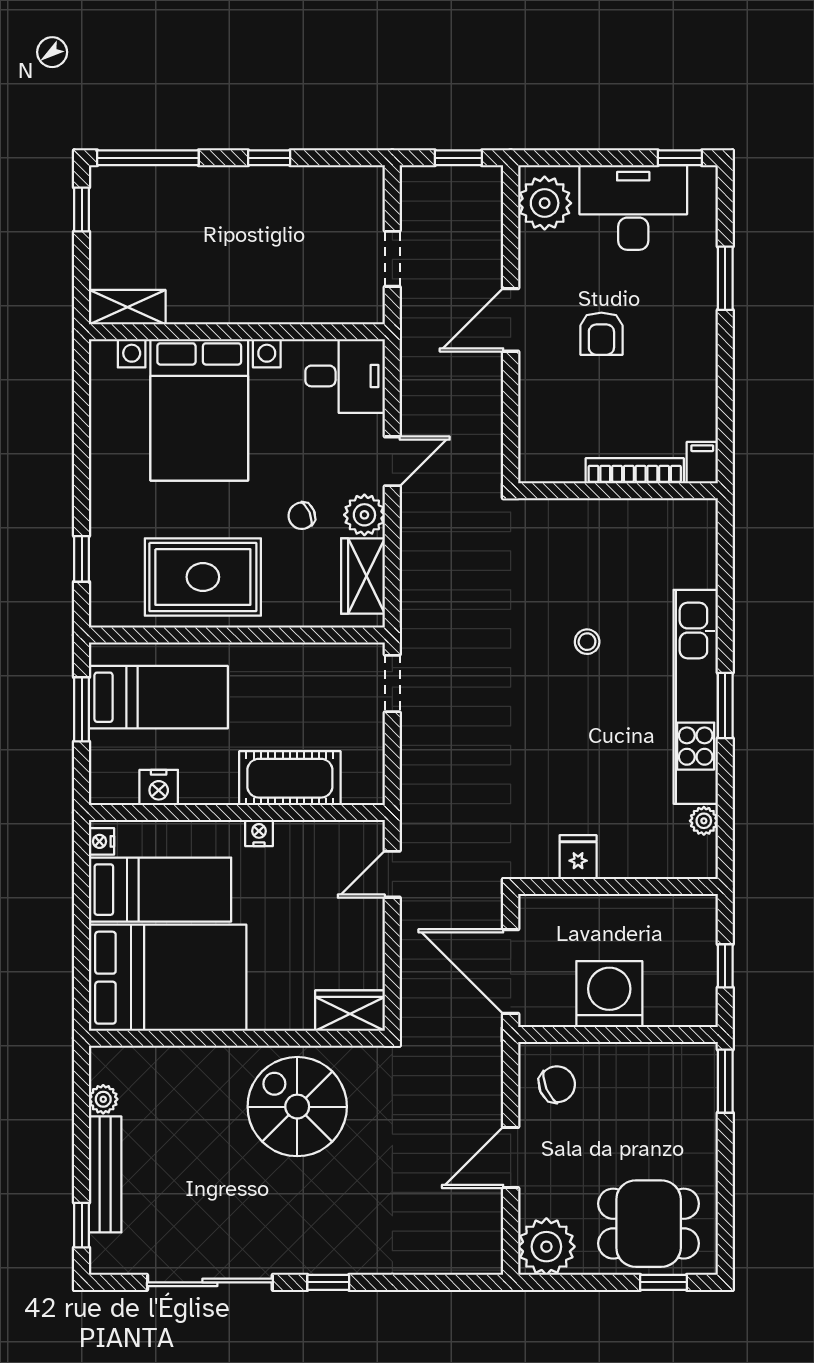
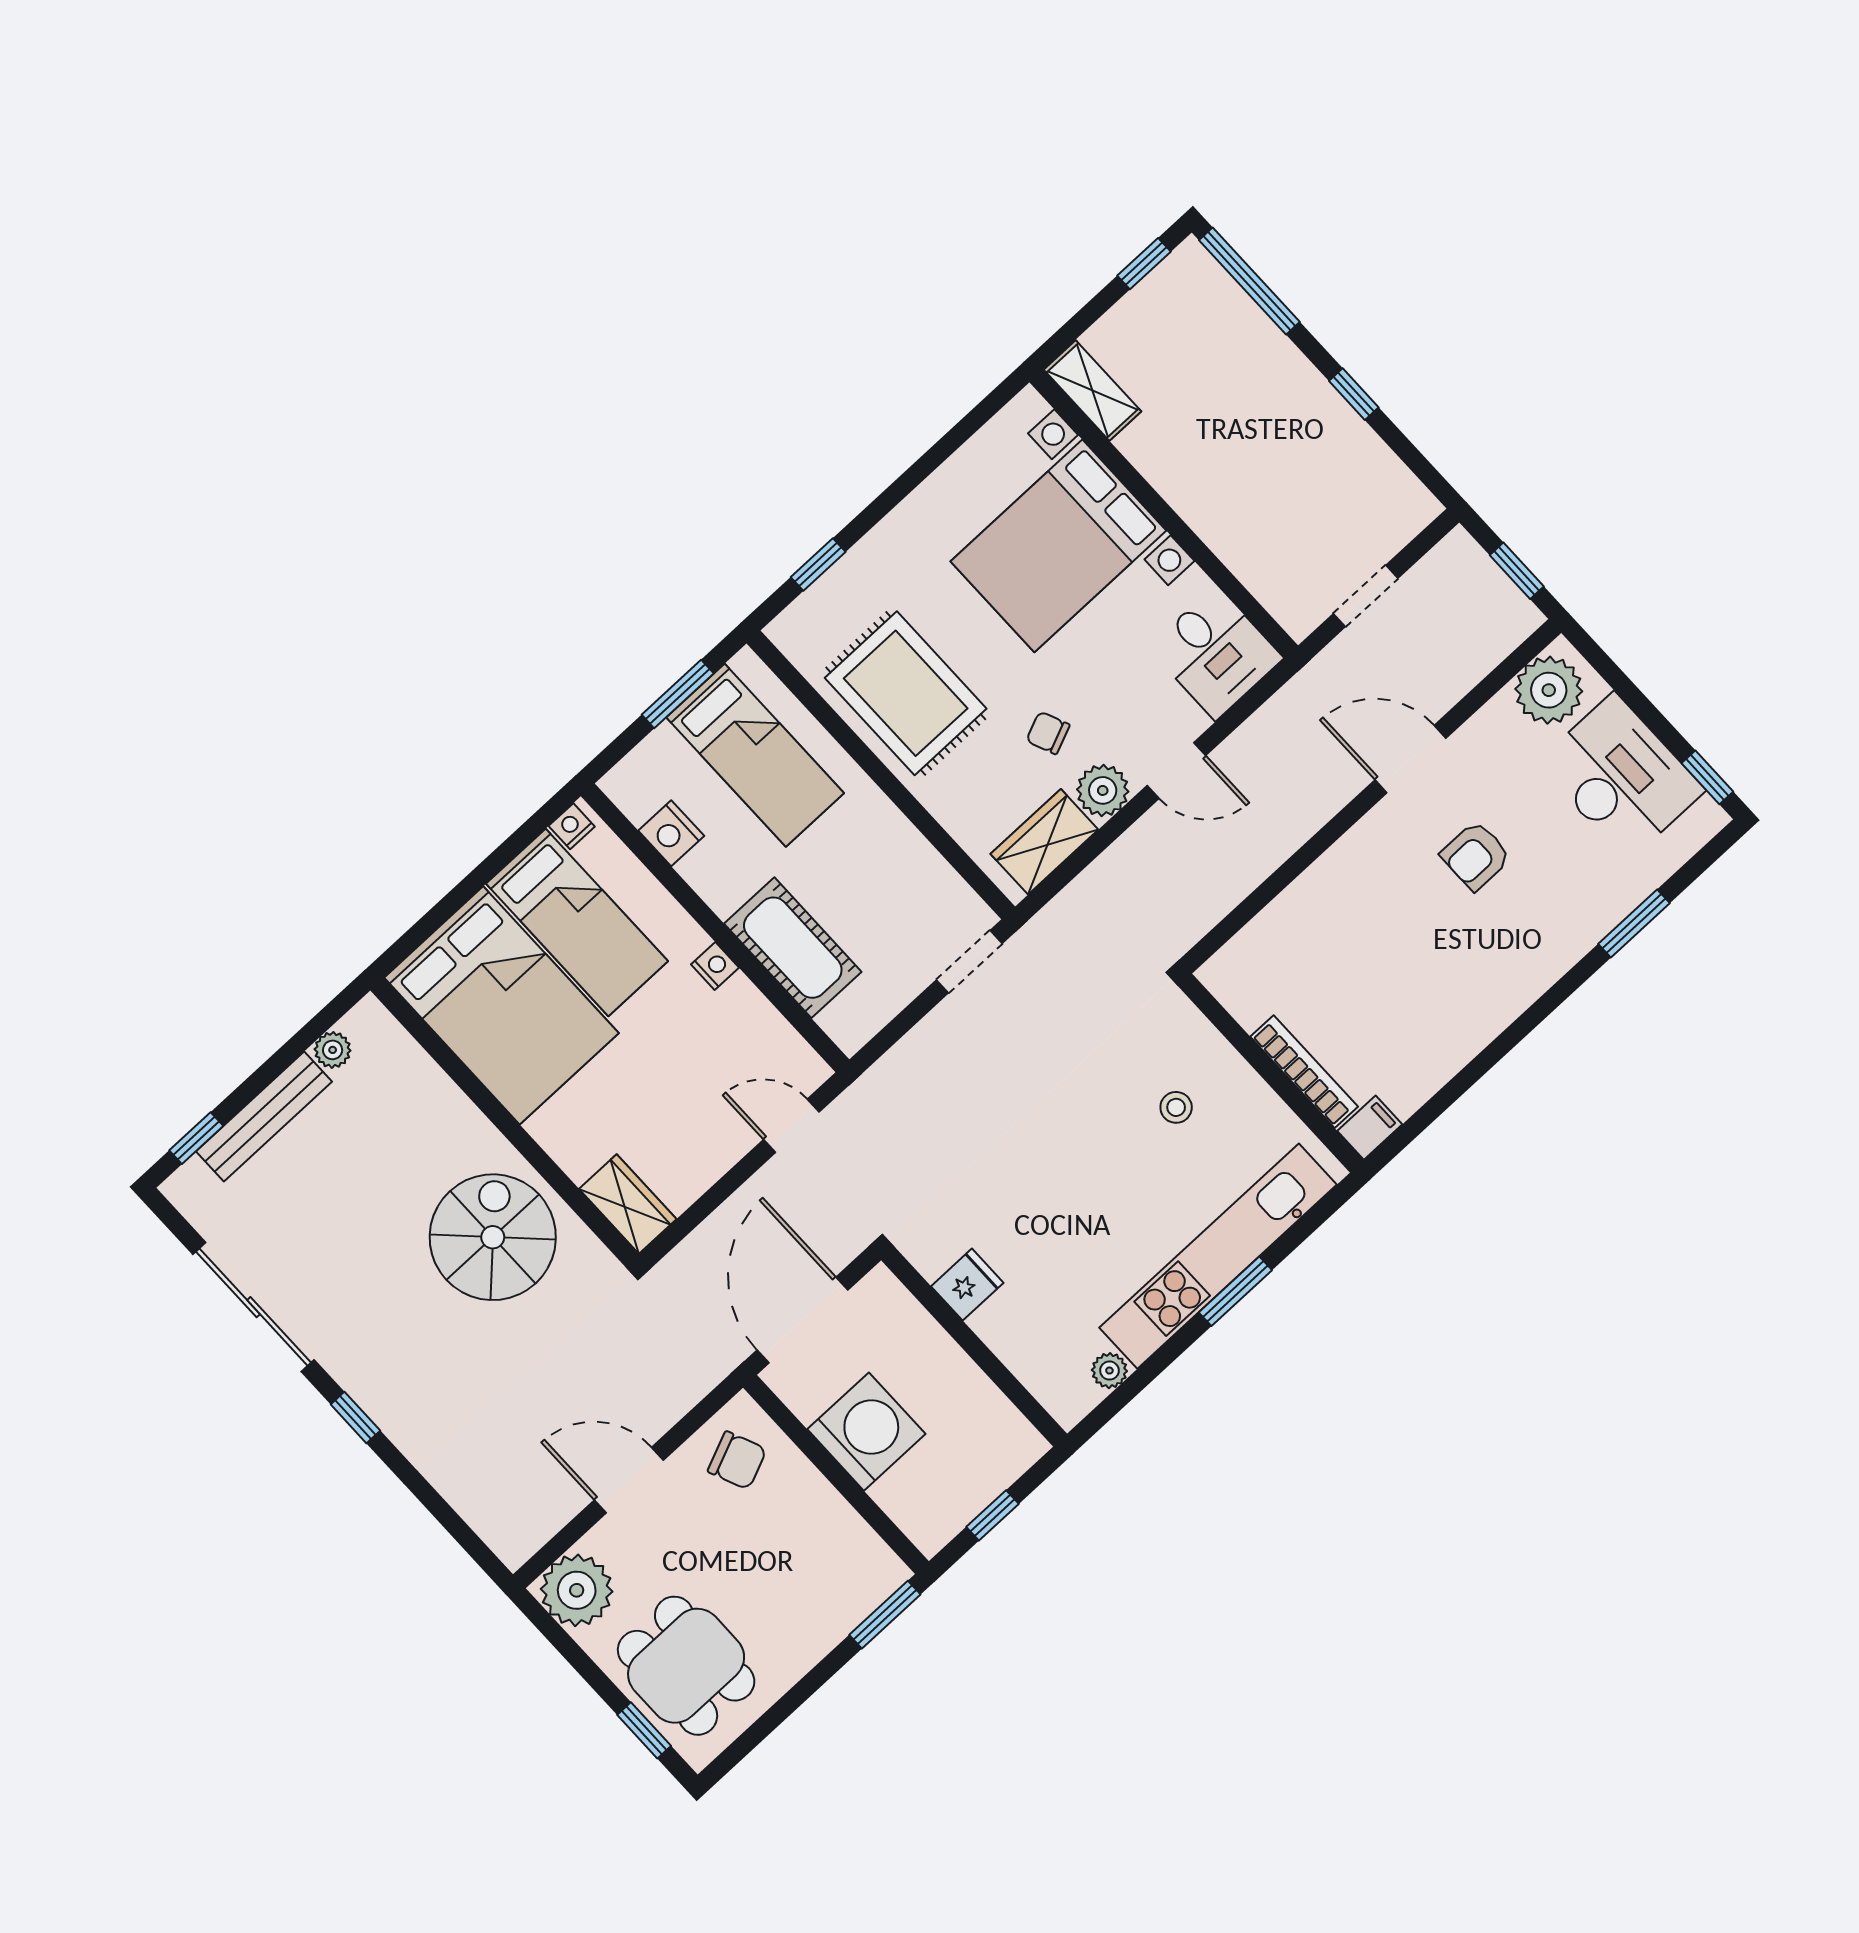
filing cabinet: (702, 463) -> (1370, 1128), moved
bookcase: (635, 471) -> (1304, 1072), moved
wall: (618, 491) -> (1271, 1073), moved

